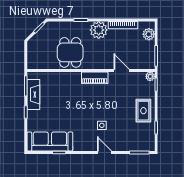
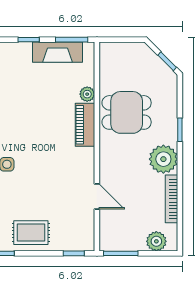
door: (121, 70) -> (97, 197), hinge flipped
plant: (150, 76) -> (87, 94), moved
piano: (95, 78) -> (85, 125), moved

